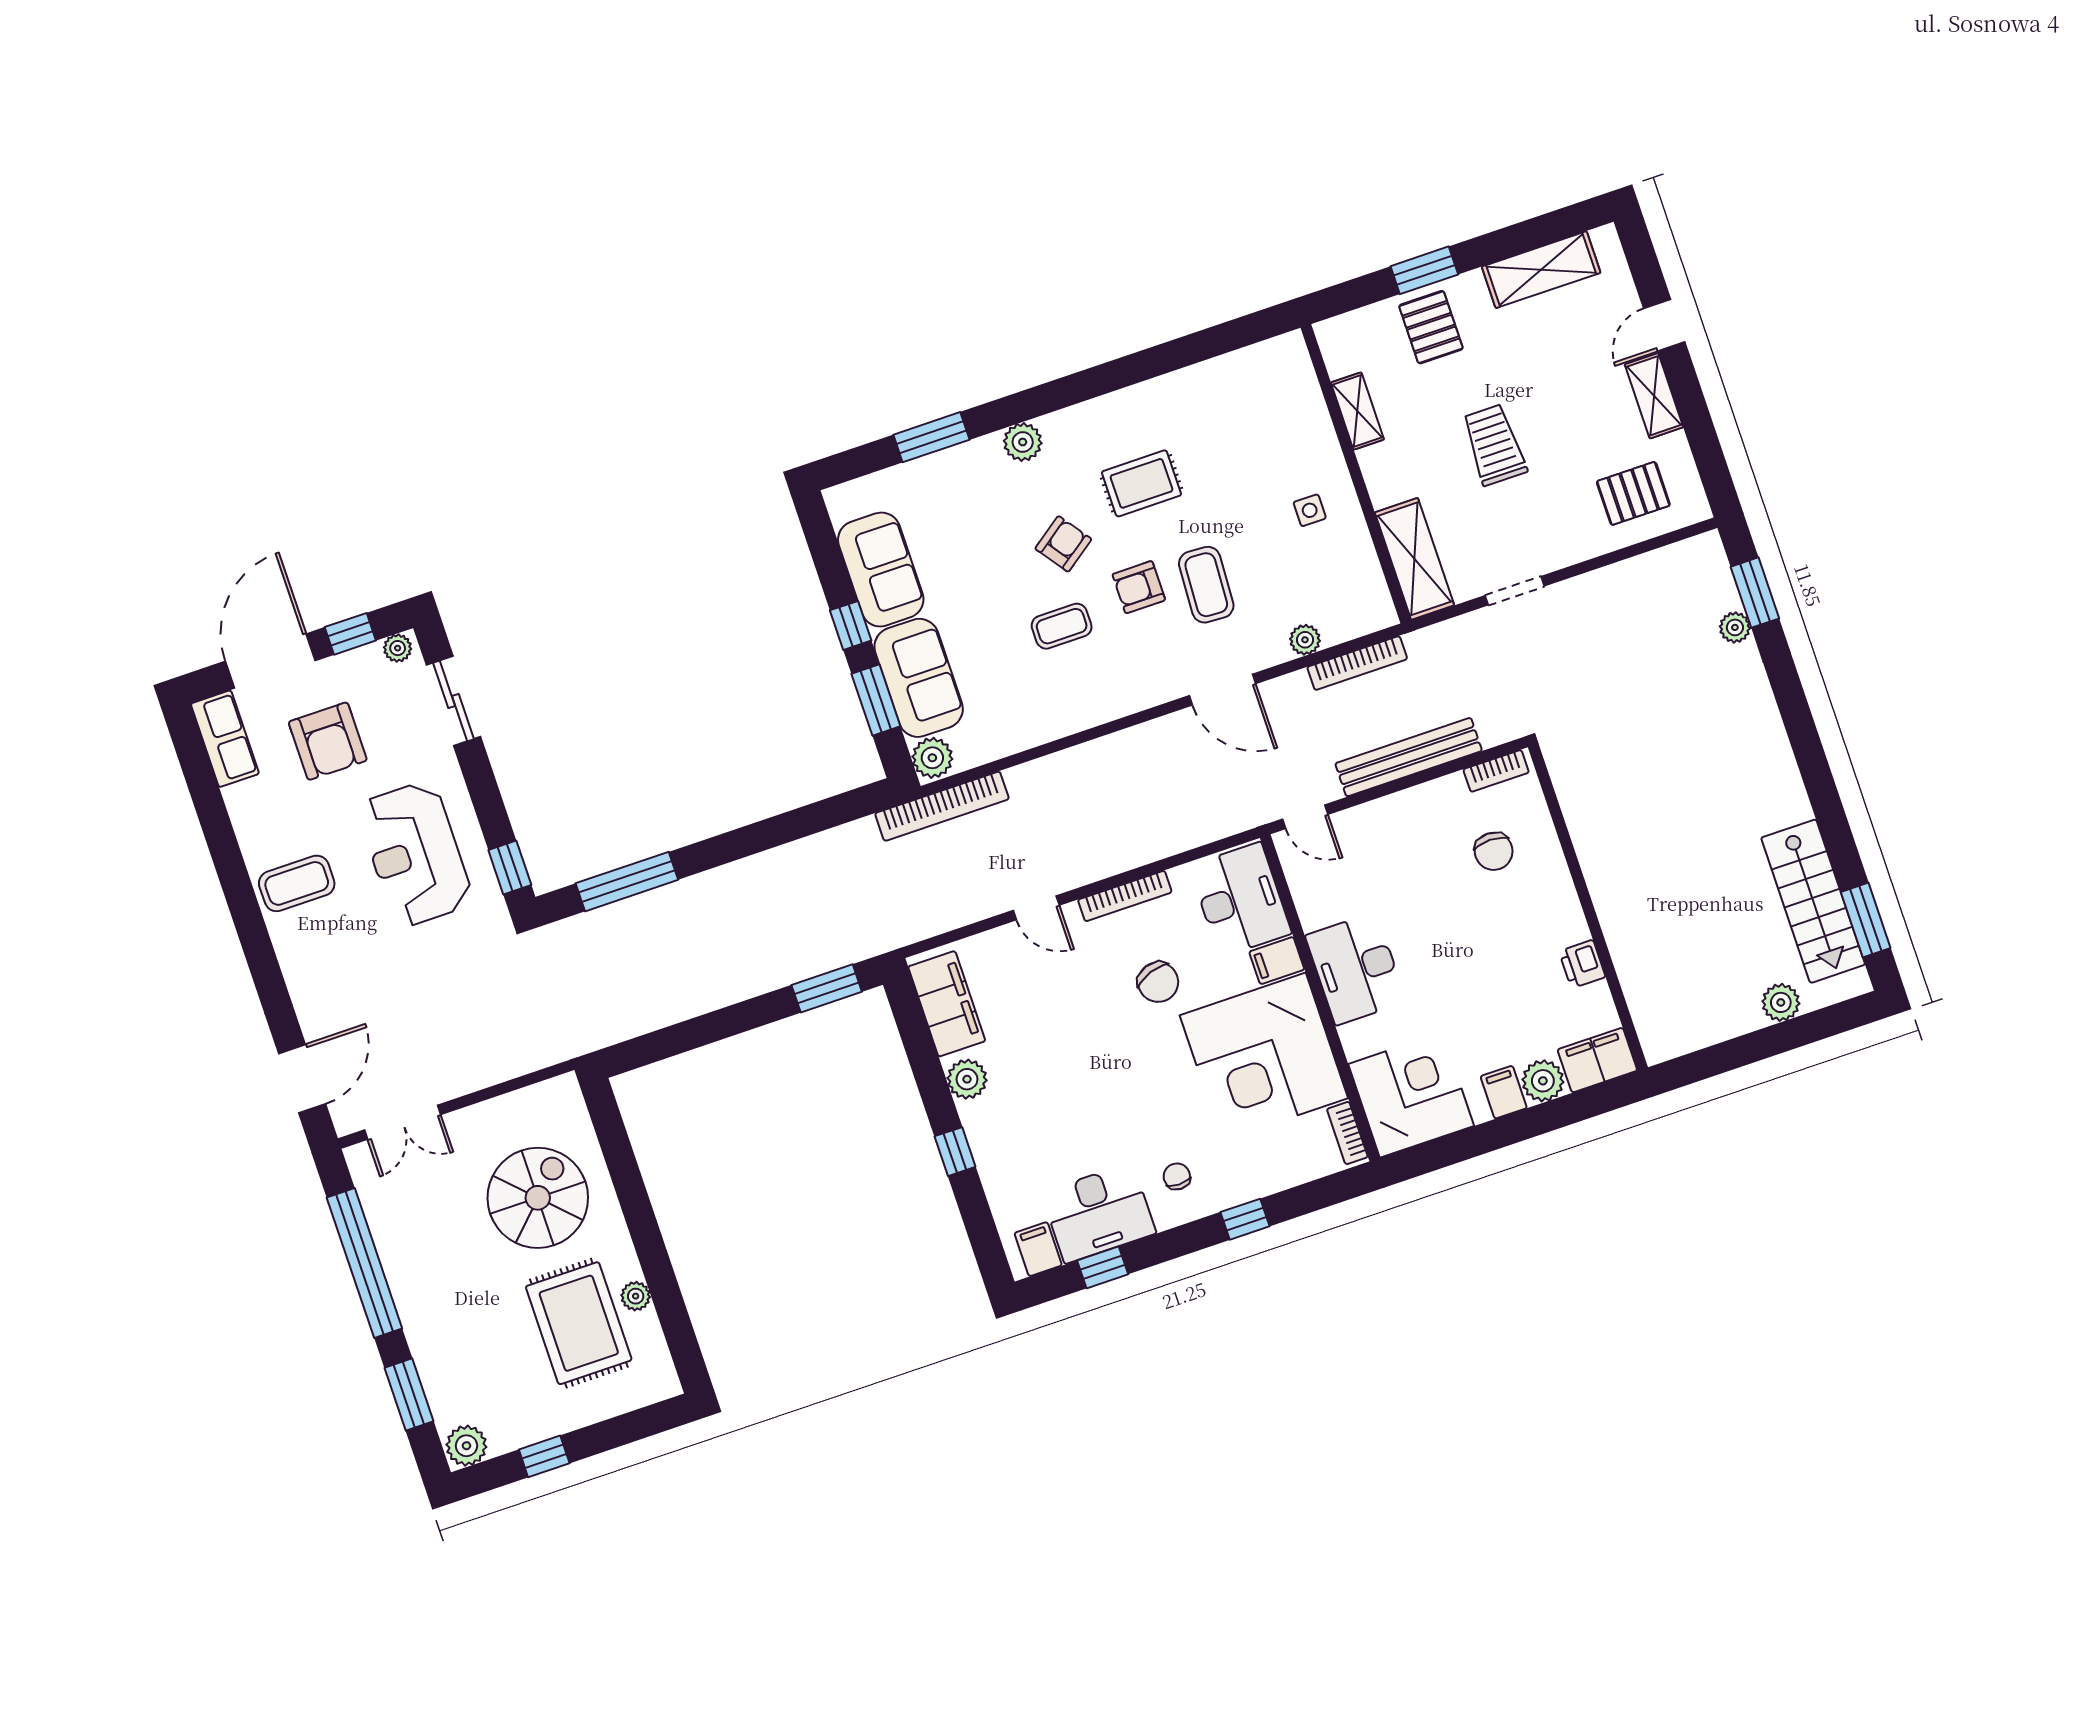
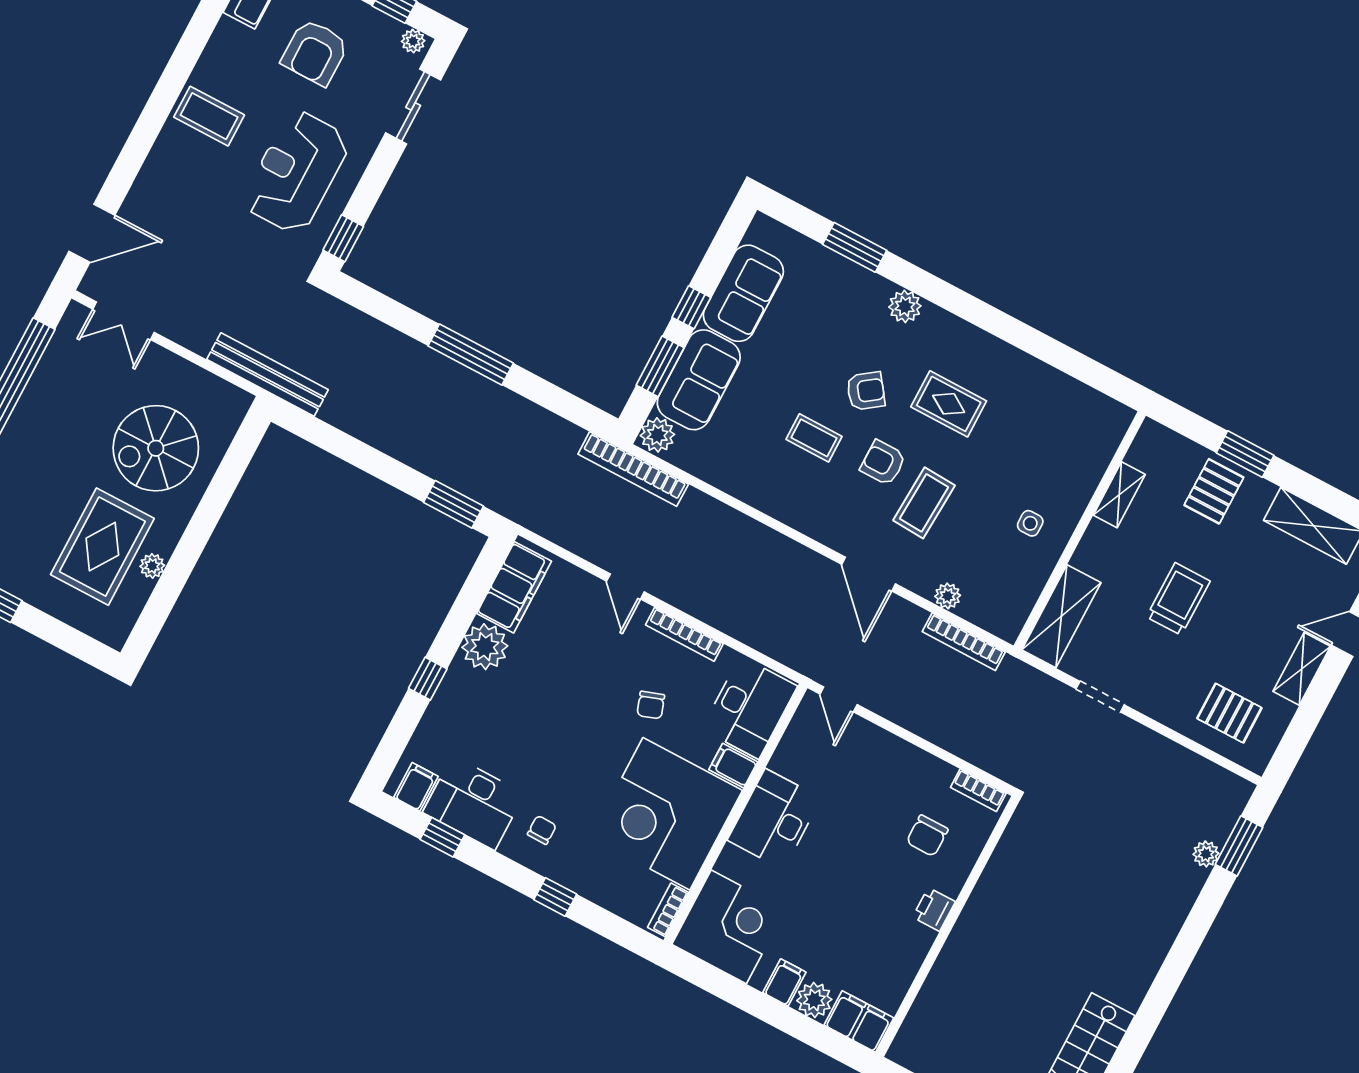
bench: (1409, 757) -> (268, 375), moved
window: (627, 882) -> (471, 355), moved
printer: (1582, 964) -> (934, 909), moved
chair: (1158, 982) -> (651, 705), width x0.73, depth x0.73
plant: (967, 1079) -> (485, 647), width x1.36, depth x1.36
spiral stairs: (538, 1198) -> (156, 448), turned 180

